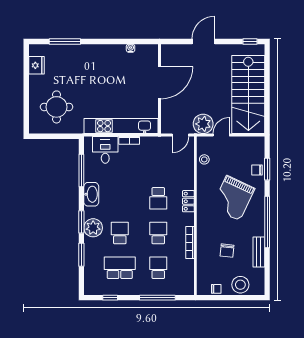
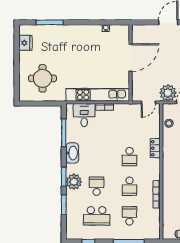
locker: (188, 201) -> (155, 148), moved
school desk: (158, 233) -> (129, 186), turned 180
school desk: (120, 268) -> (97, 216), turned 180

